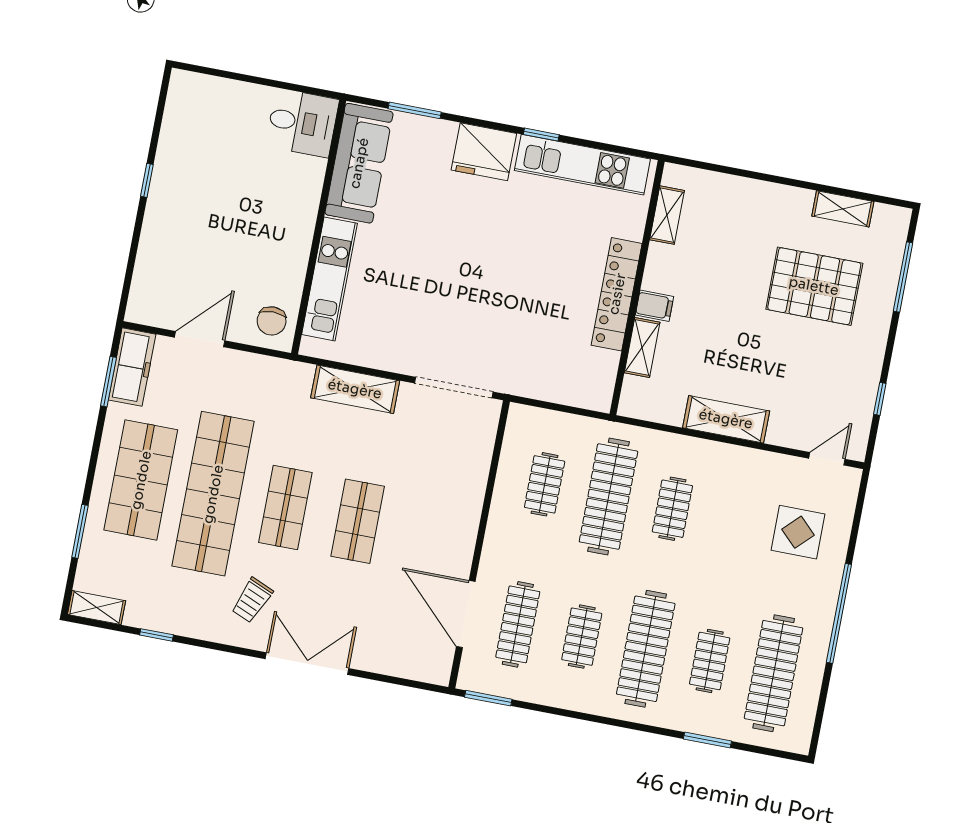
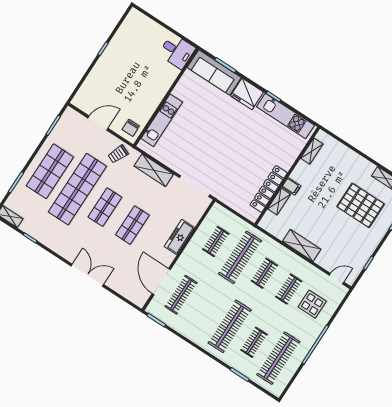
sofa: (359, 163) -> (214, 73), moved, turned 90
locker: (617, 294) -> (269, 189), moved
freezer: (132, 367) -> (179, 237), moved, turned 180
trolley: (252, 600) -> (118, 154), moved
clothes rail: (582, 637) -> (289, 289), moved

